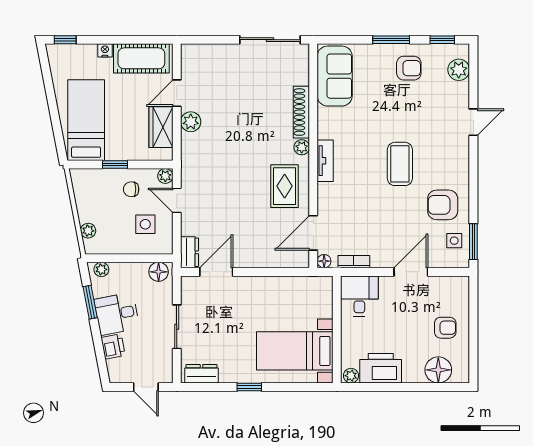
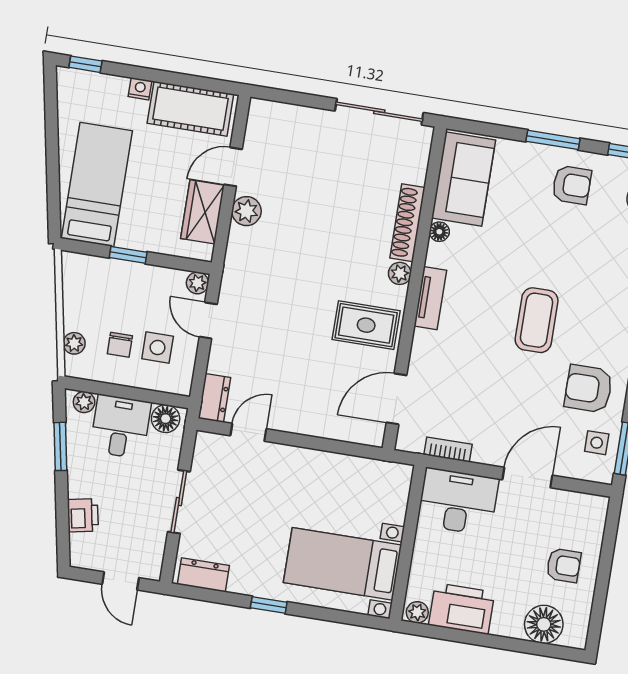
rug: (285, 186) -> (366, 325), turned 90
chair: (131, 189) -> (120, 345), moved, turned -90
floor lamp: (324, 261) -> (439, 232), moved
door: (216, 272) -> (248, 432), width x0.73
desk: (359, 296) -> (458, 502), width x1.37
desk: (117, 314) -> (120, 427), moved, turned 101

